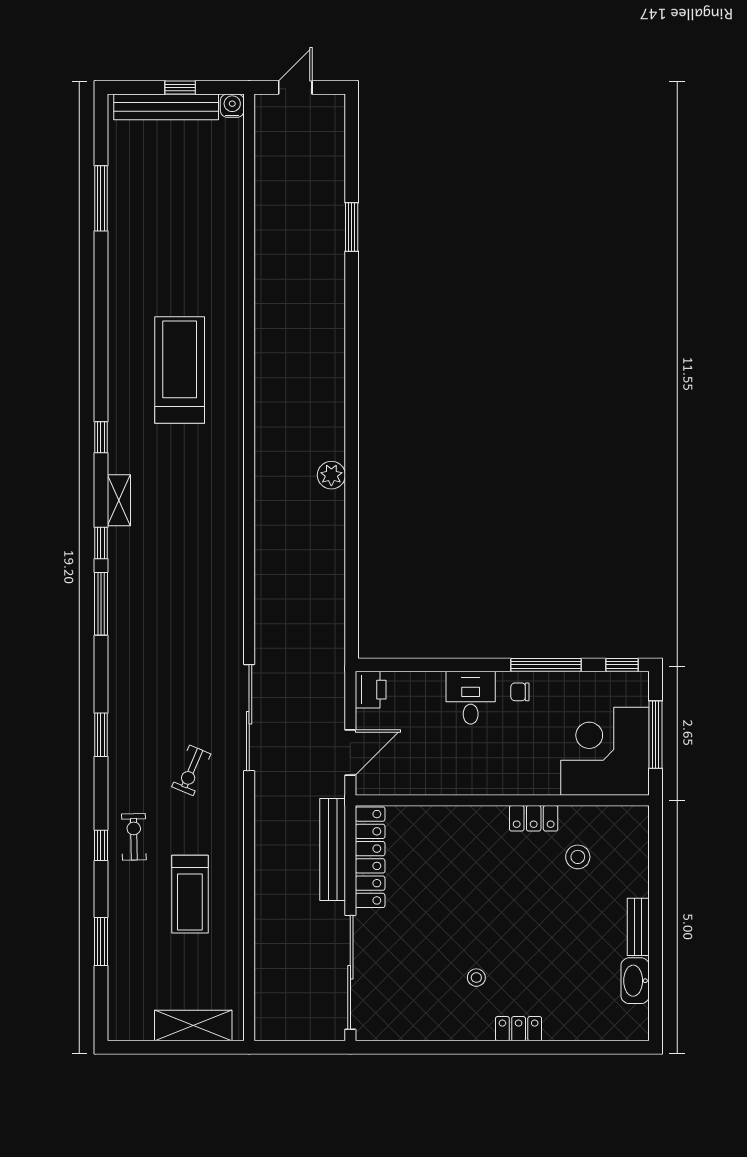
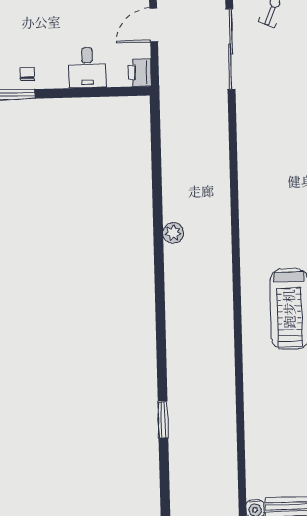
chair: (520, 692) -> (27, 74), turned -90
desk: (471, 698) -> (87, 68), moved

